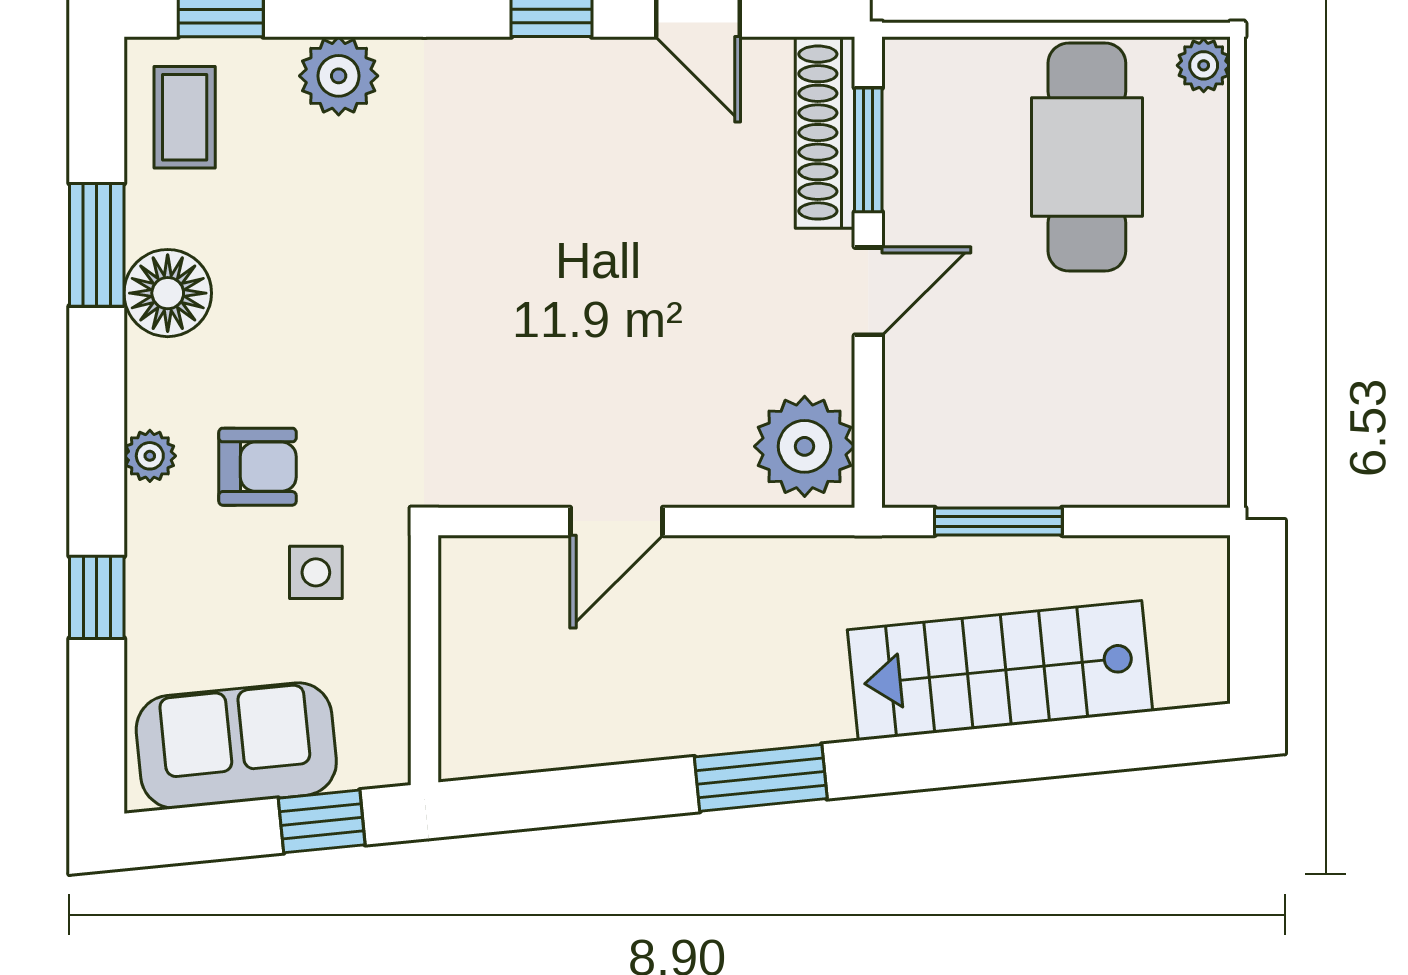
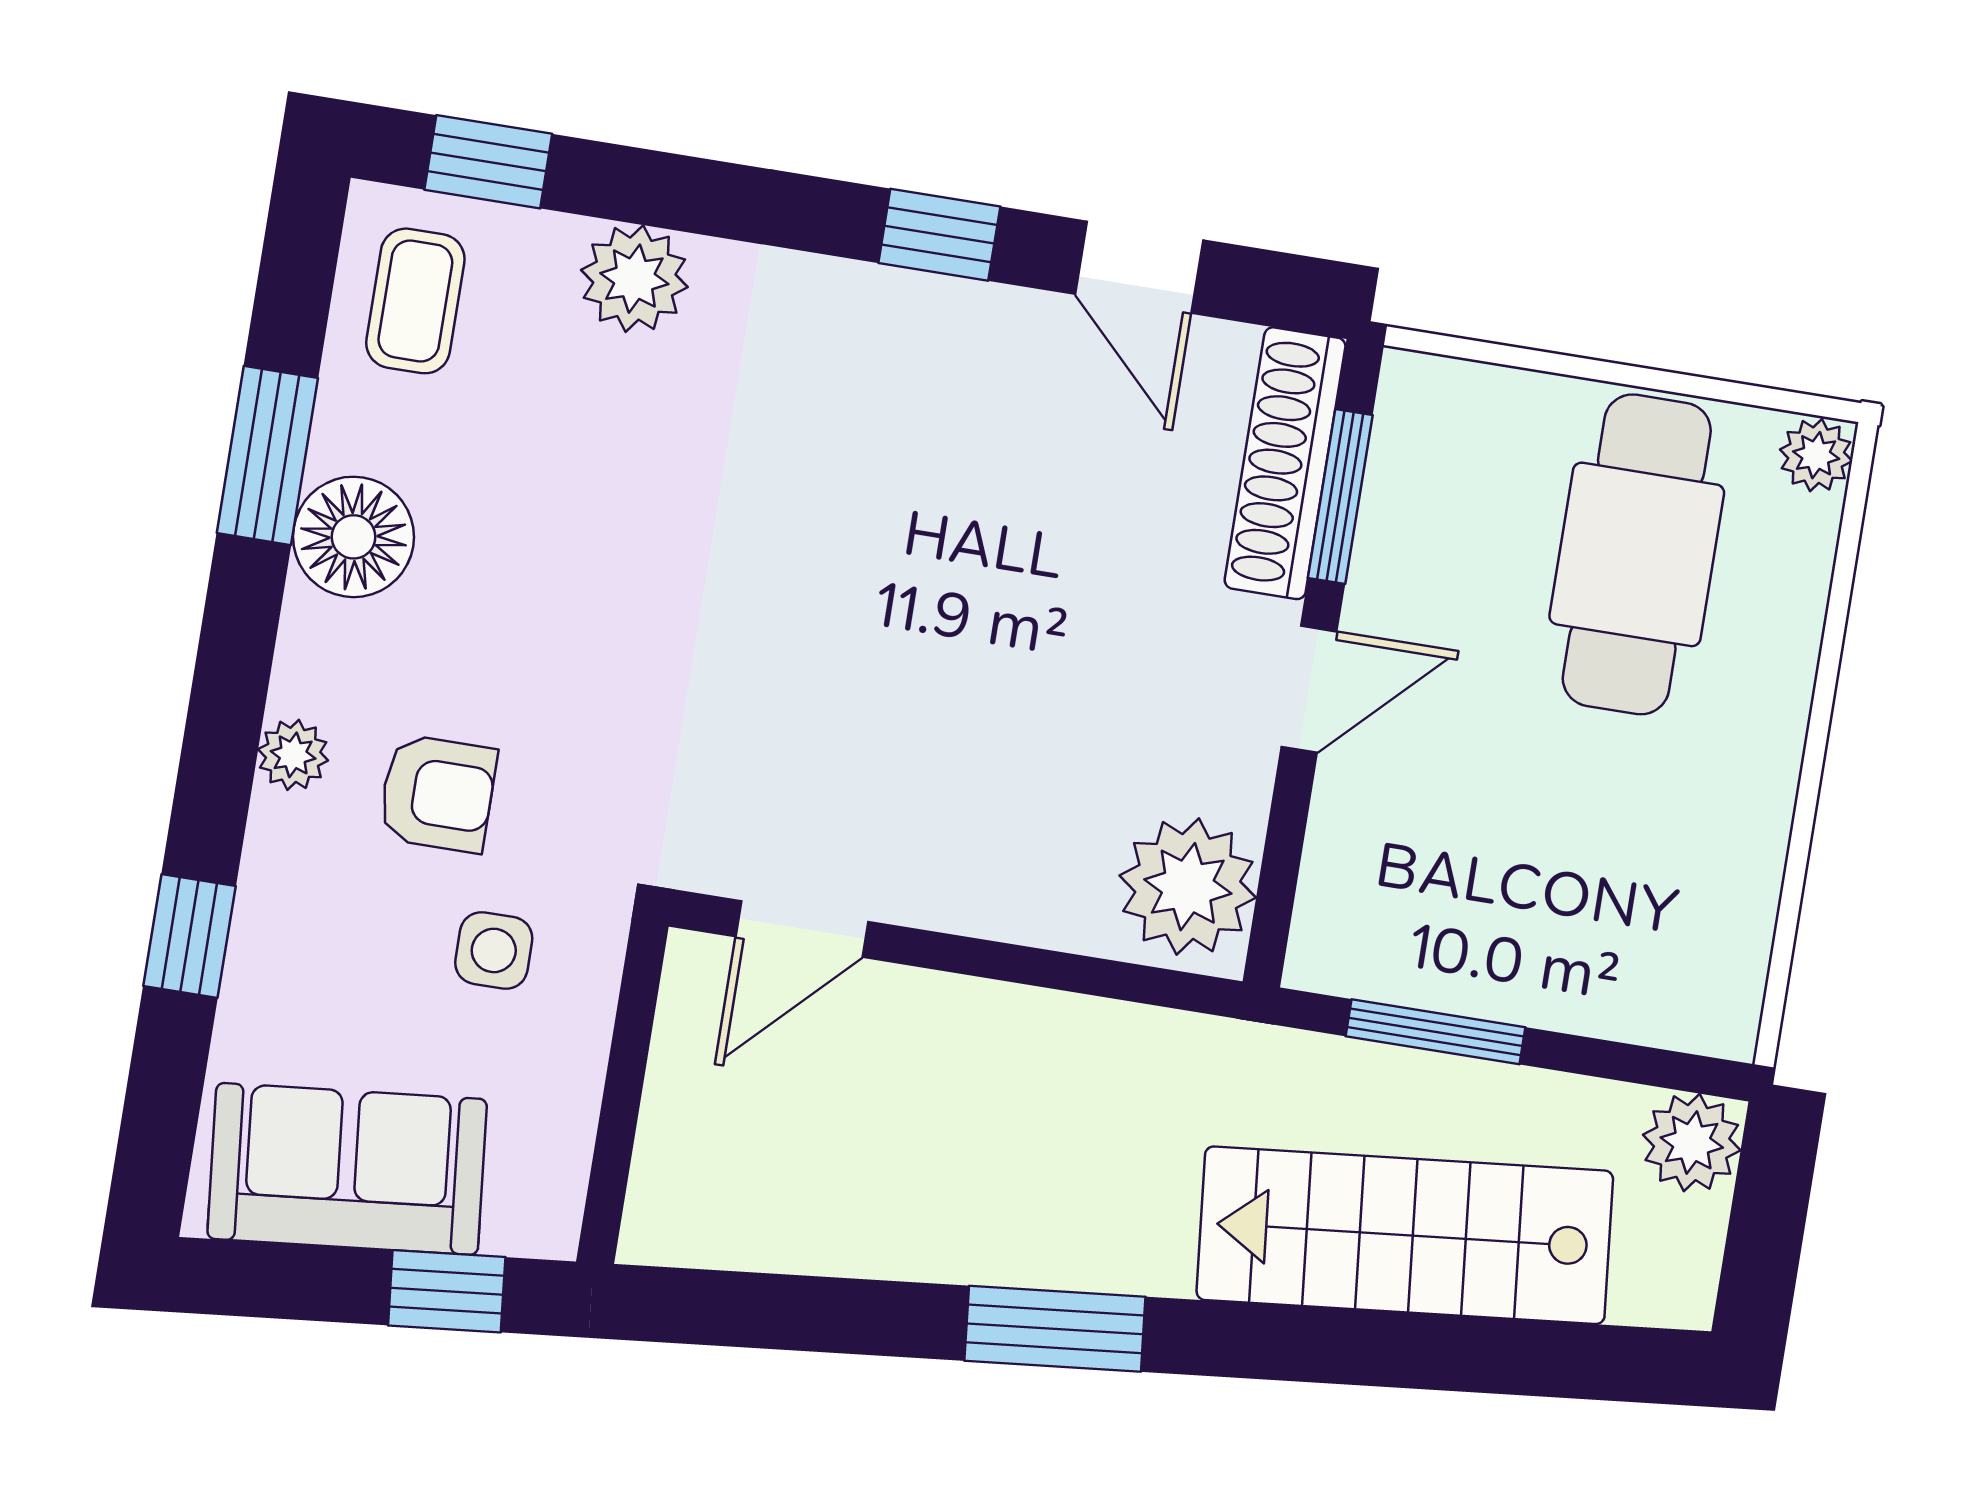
door: (616, 521) -> (802, 929), moved
plant: (1194, 571) -> (1692, 1143), added

